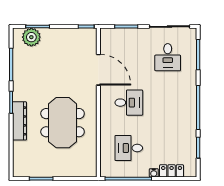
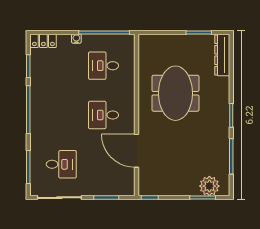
desk: (168, 57) -> (61, 164), turned 90
dresser: (19, 121) -> (222, 55), moved
desk: (129, 148) -> (104, 66), turned 180
locker: (172, 171) -> (43, 41), moved

